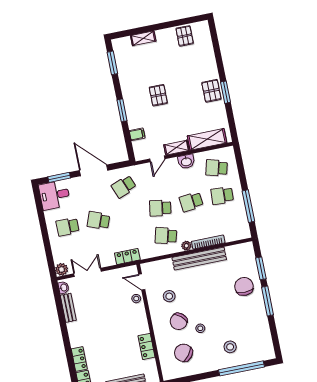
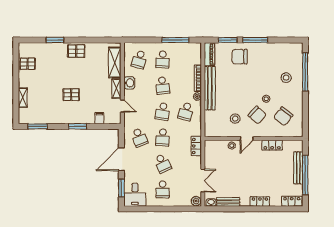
window: (225, 92) -> (55, 40), moved
school desk: (129, 214) -> (163, 137), added
school desk: (98, 220) -> (163, 163), turned -45
piano: (240, 250) -> (209, 54), added
double door: (88, 272) -> (203, 181), swing flipped
door: (142, 282) -> (247, 138), moved
locker: (79, 359) -> (260, 201), moved

